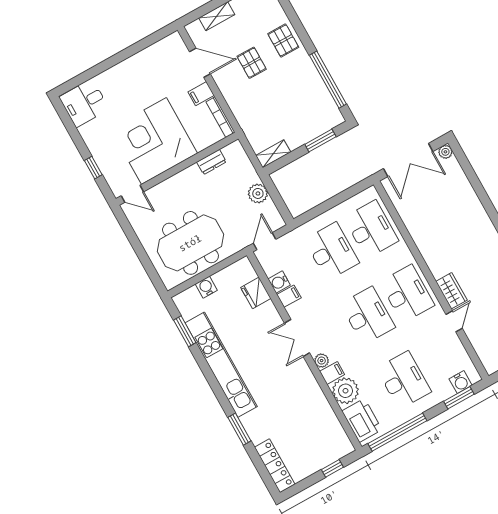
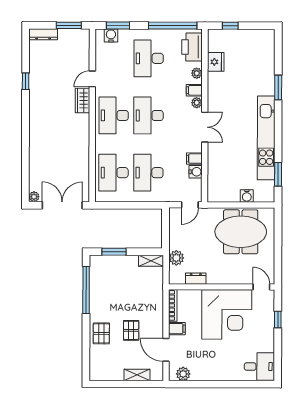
plant: (165, 47) -> (183, 374), added
plant: (258, 193) -> (176, 258), moved
fridge: (256, 293) -> (216, 62), moved
plant: (345, 391) -> (197, 73), width x0.53, depth x0.53
locker: (275, 466) -> (268, 49), removed

